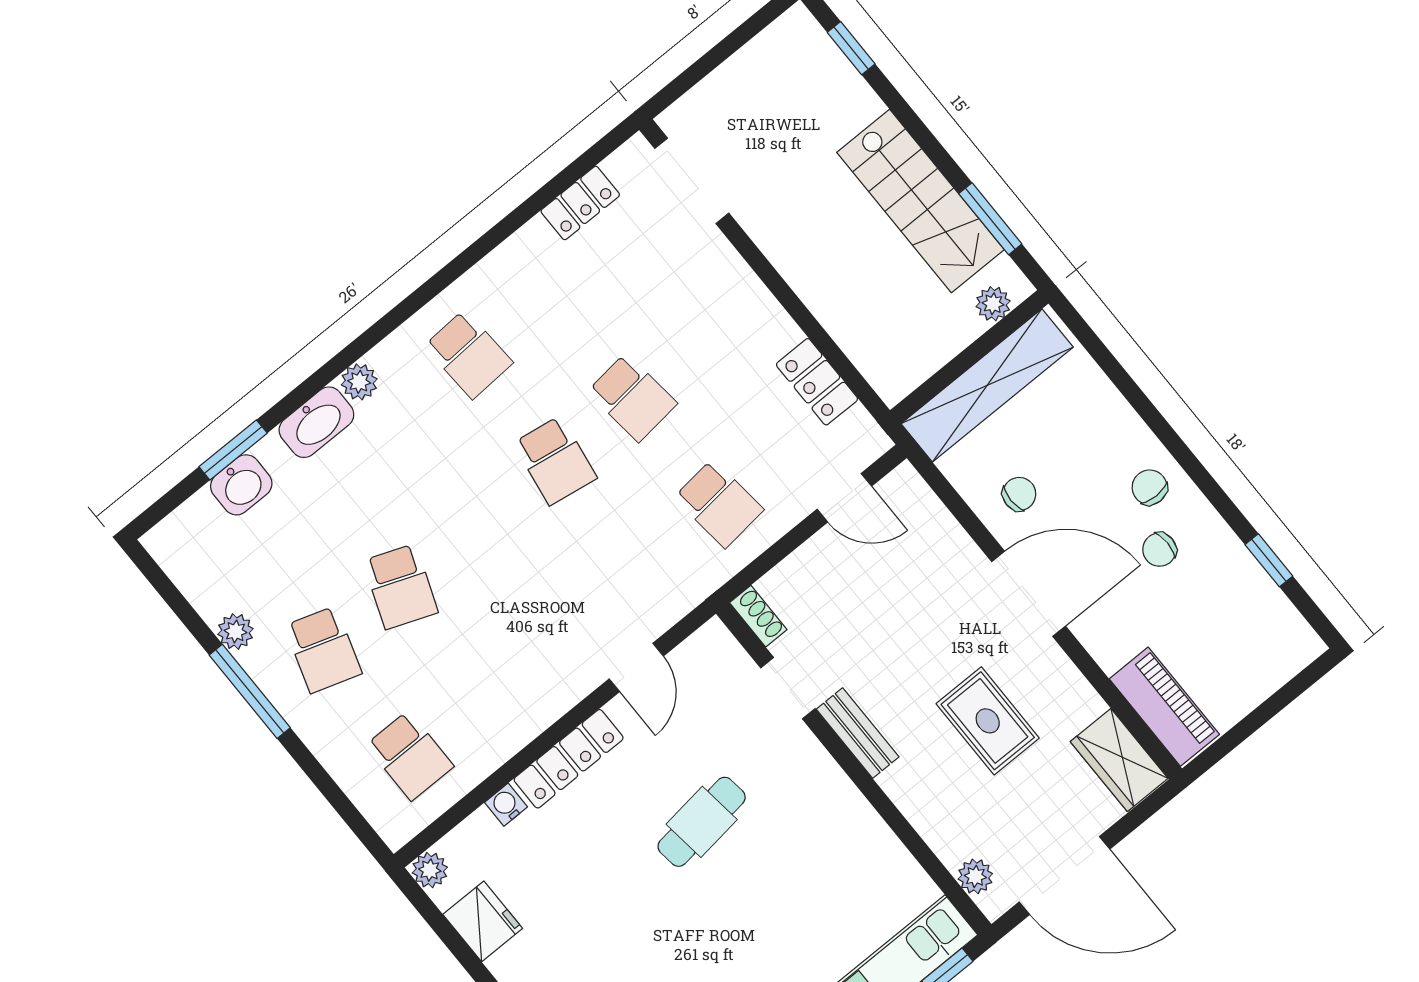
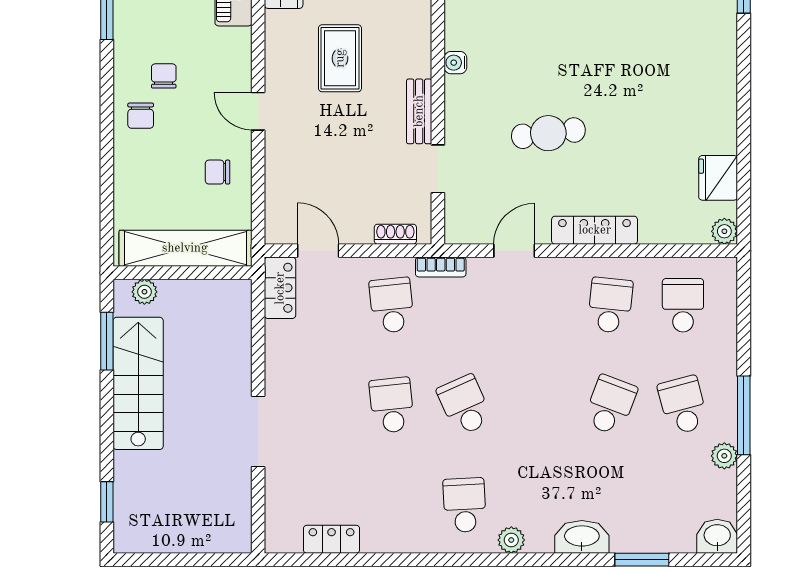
doorway: (692, 181) -> (258, 431), moved
plant: (359, 382) -> (511, 540), moved
locker: (817, 382) -> (280, 288), moved
school desk: (555, 461) -> (465, 405), turned -33
washbasin: (241, 485) -> (717, 536), moved
chair: (1159, 550) -> (164, 76), turned -90
bookcase: (700, 587) -> (441, 267), added
door: (1029, 594) -> (258, 111), width x0.53
shoe rack: (758, 616) -> (395, 234), moved, turned 90
school desk: (323, 650) -> (683, 405), turned -33
school desk: (487, 693) -> (610, 305), added
water cooler: (506, 805) -> (455, 63), moved, turned 90

